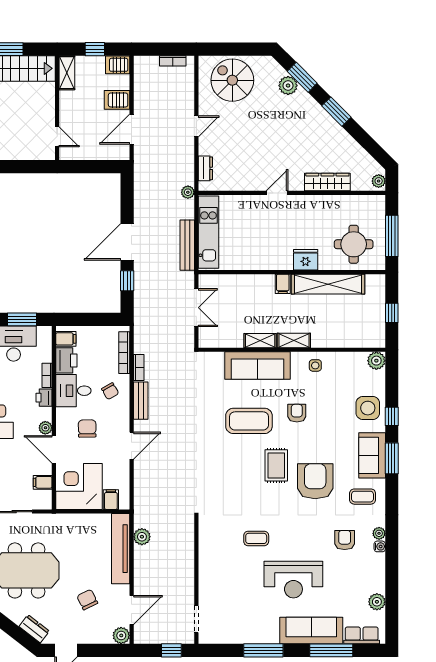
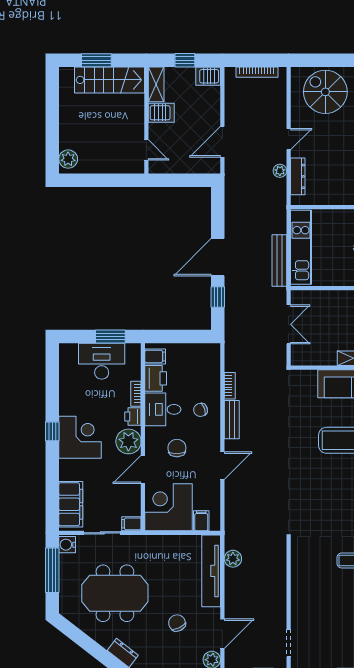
bookcase: (173, 61) -> (257, 72), width x1.56
server rack: (117, 100) -> (161, 113), moved, turned 180
dresser: (205, 168) -> (298, 176), width x1.44
plant: (188, 192) -> (280, 171), moved
bookcase: (124, 353) -> (215, 371), removed
chair: (110, 391) -> (200, 410), turned 101
plant: (45, 428) -> (128, 441), width x1.88, depth x1.88
door: (54, 449) -> (143, 469), hinge flipped
filing cabinet: (43, 482) -> (131, 524), moved

